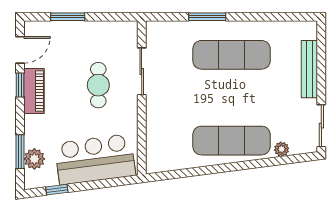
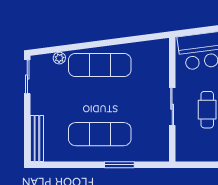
bench: (309, 69) -> (37, 138), moved
sliding door: (142, 71) -> (172, 107), moved

